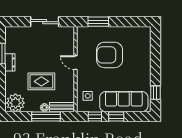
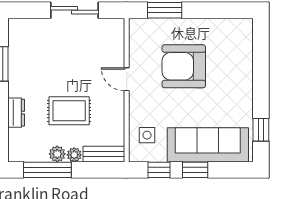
dresser: (10, 62) -> (16, 113), moved
plant: (15, 103) -> (57, 154), moved, width x0.53, depth x0.53
window: (46, 116) -> (47, 170), moved

